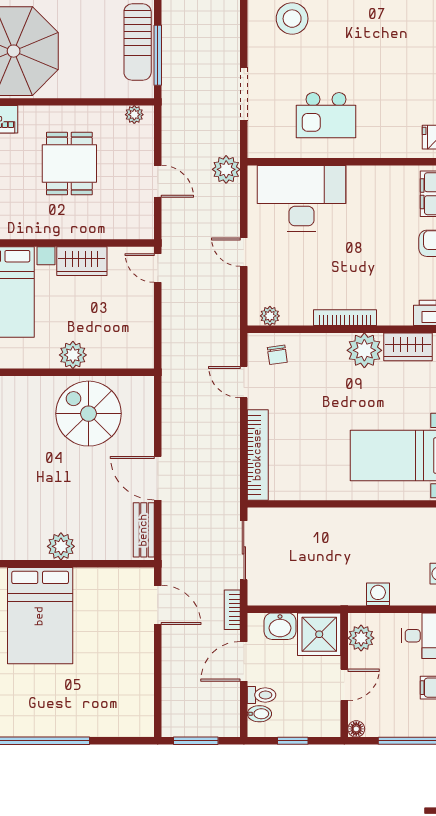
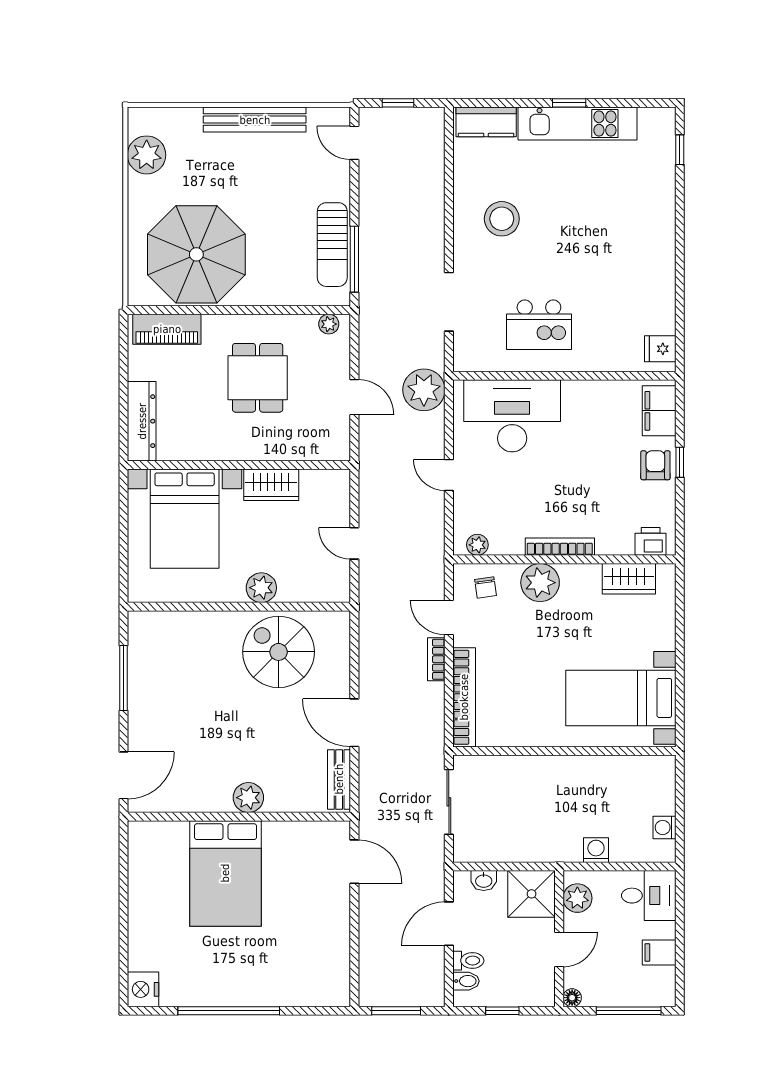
plant: (226, 169) -> (424, 390), width x1.36, depth x1.36
door: (158, 268) -> (354, 543), moved
plant: (364, 350) -> (540, 583), moved
bookcase: (232, 610) -> (436, 659), moved
washbasin: (280, 626) -> (484, 881), width x0.72, depth x0.69

